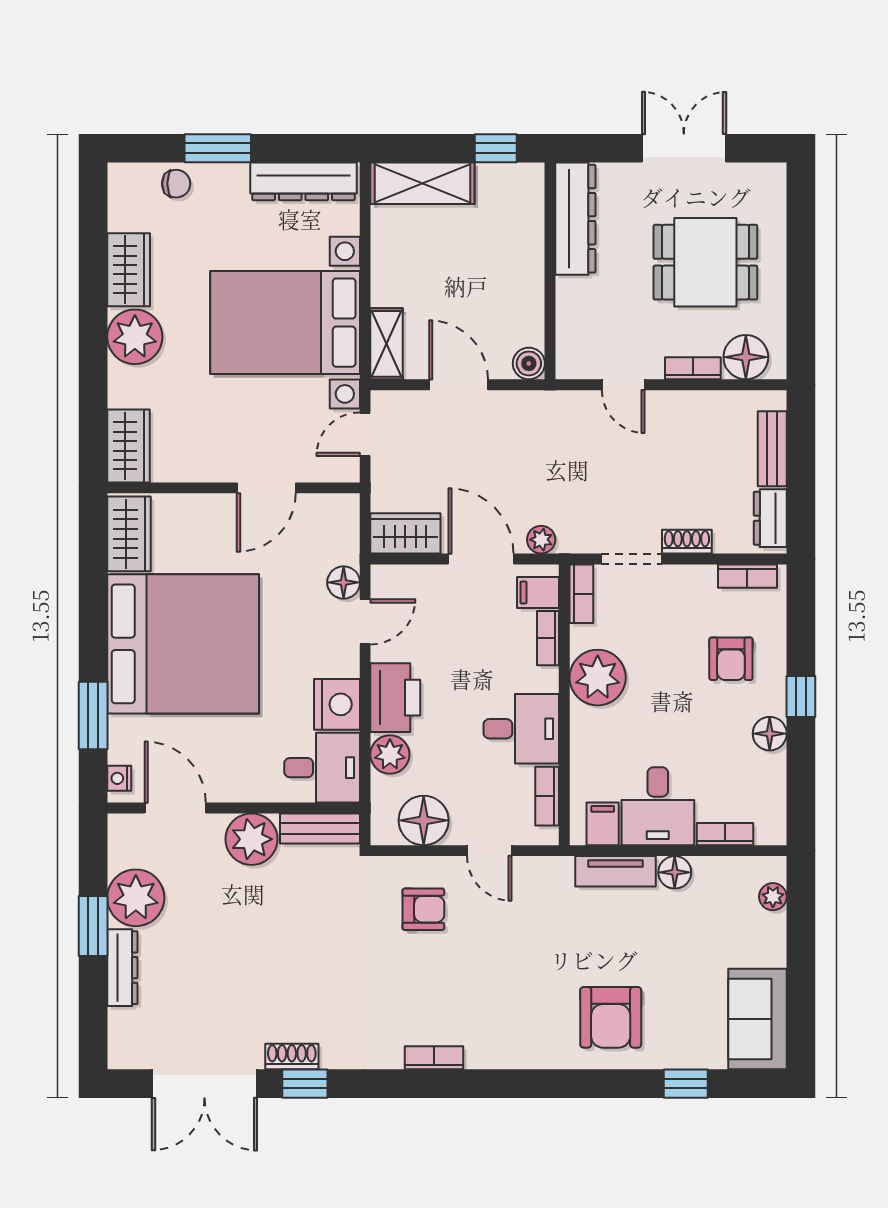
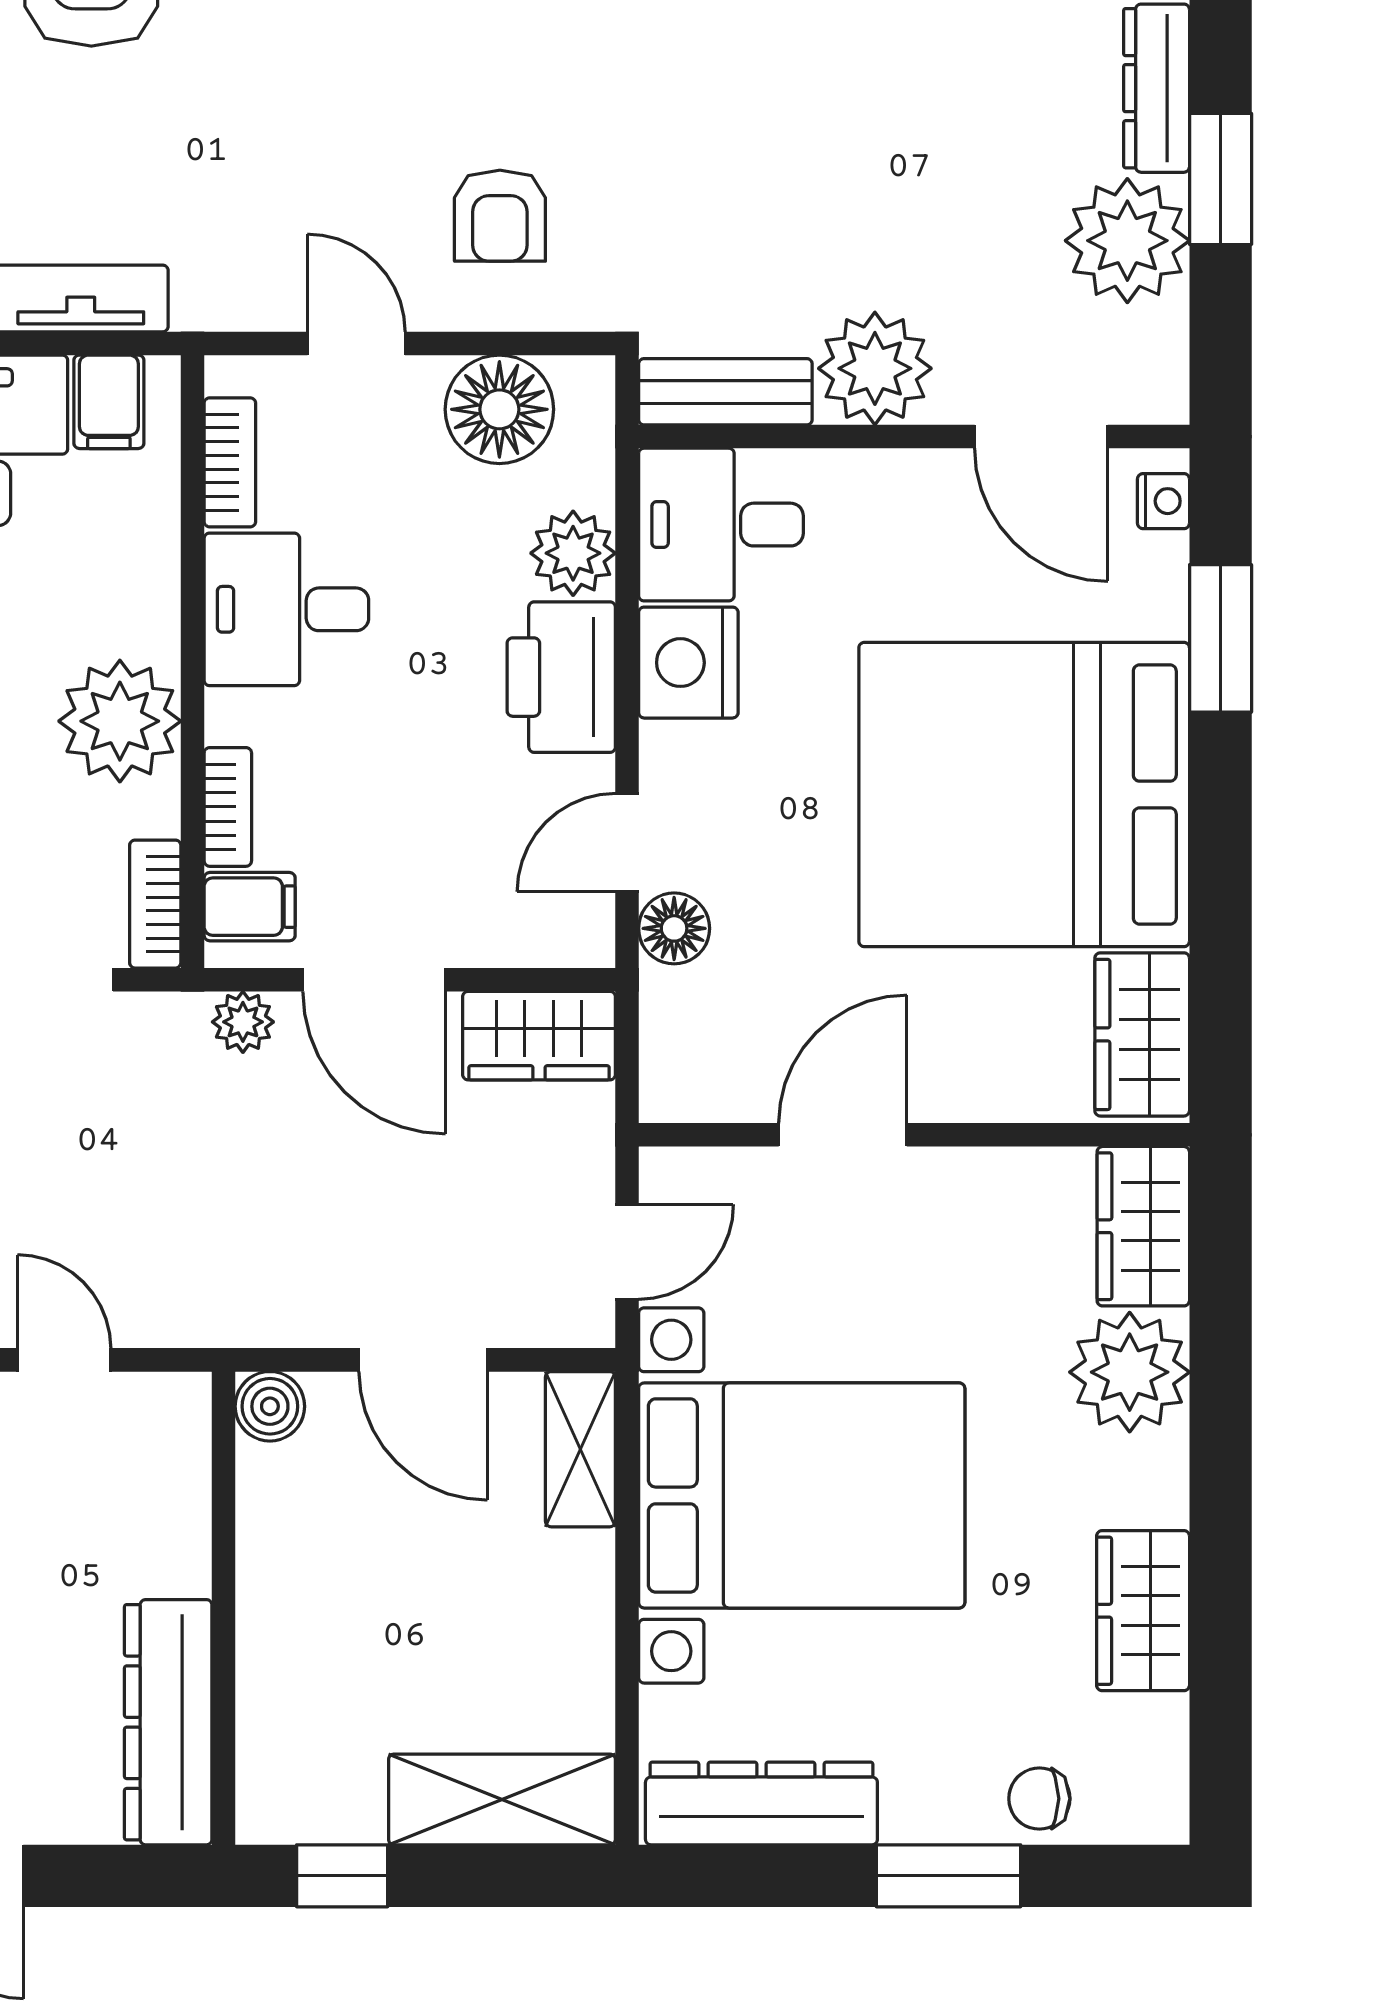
plant: (135, 337) -> (1130, 1372), moved
armchair: (423, 909) -> (500, 216), turned -90

